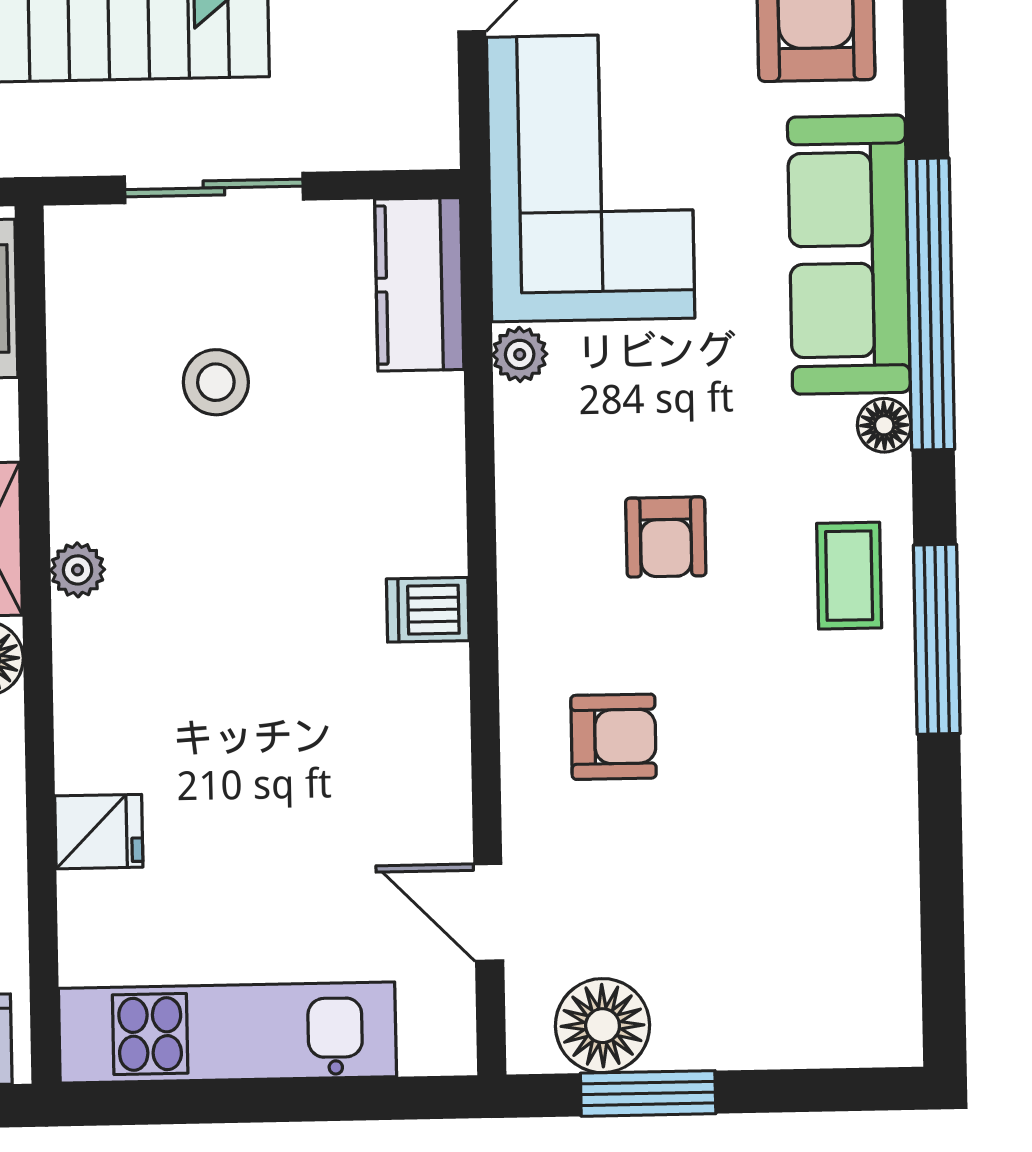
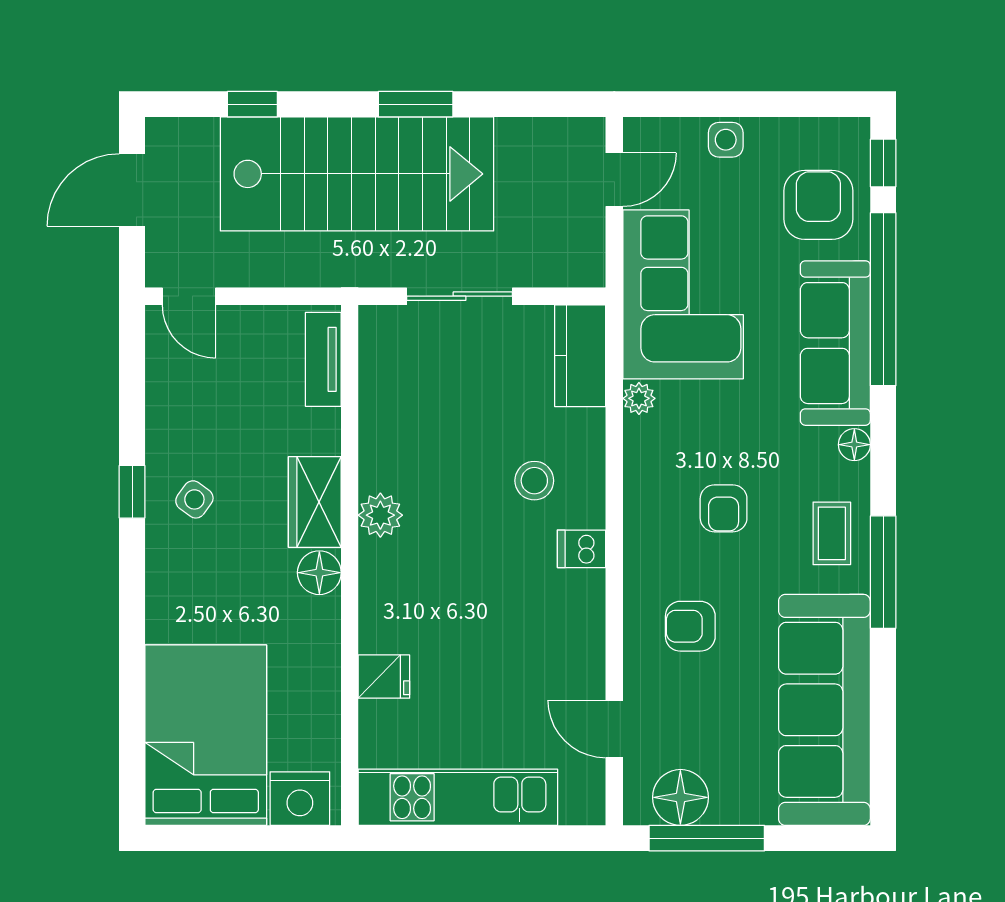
window: (930, 304) -> (883, 299), moved
stool: (216, 382) -> (534, 481), moved
plant: (78, 570) -> (380, 515), width x1.38, depth x1.38
armchair: (614, 737) -> (690, 626), turned 180
sofa: (842, 873) -> (824, 710), added
window: (648, 1093) -> (707, 838), width x1.44

